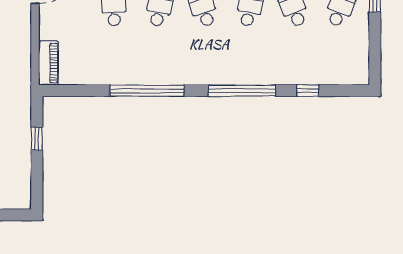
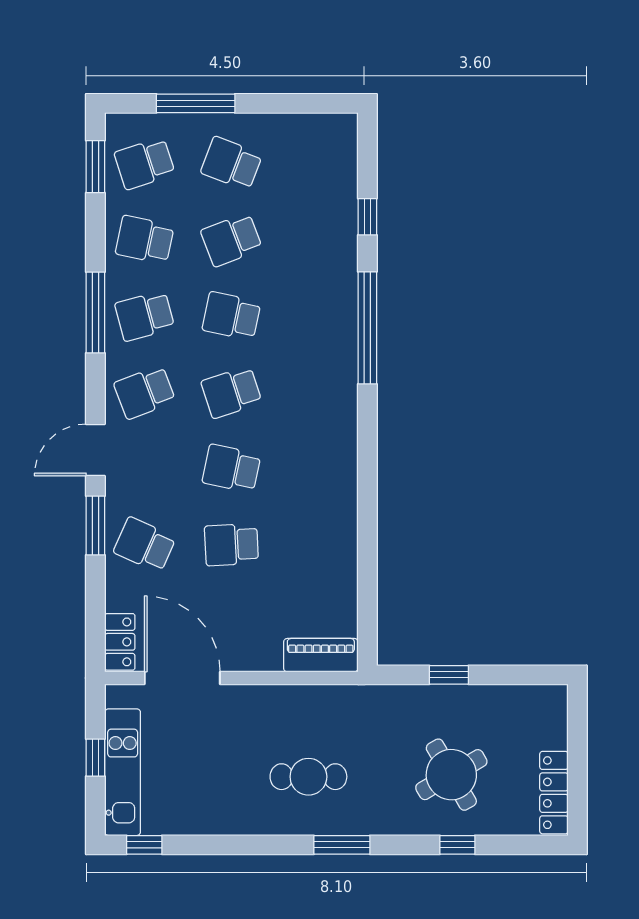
window: (147, 91) -> (367, 489), removed

